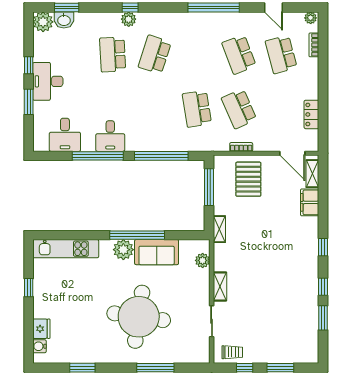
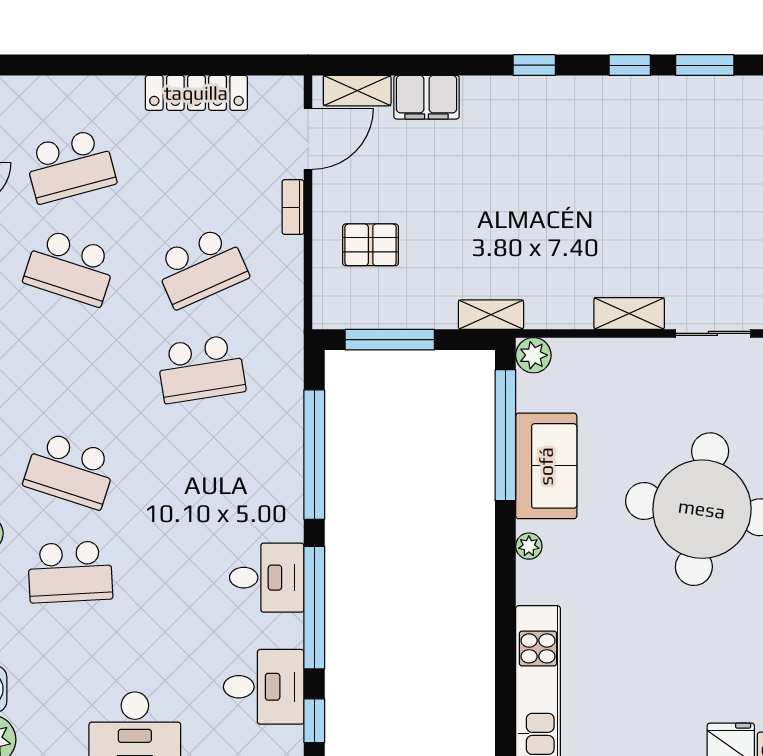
bookcase: (314, 45) -> (47, 87), removed
school desk: (239, 54) -> (70, 267), turned 39
locker: (311, 114) -> (196, 93), width x1.53
bookcase: (241, 147) -> (293, 207), moved
window: (51, 156) -> (314, 721), added
pallet: (248, 179) -> (371, 245), width x0.67, depth x0.71
window: (137, 235) -> (505, 435), moved
plant: (123, 250) -> (529, 546), width x0.53, depth x0.53
plant: (203, 260) -> (533, 355), moved

